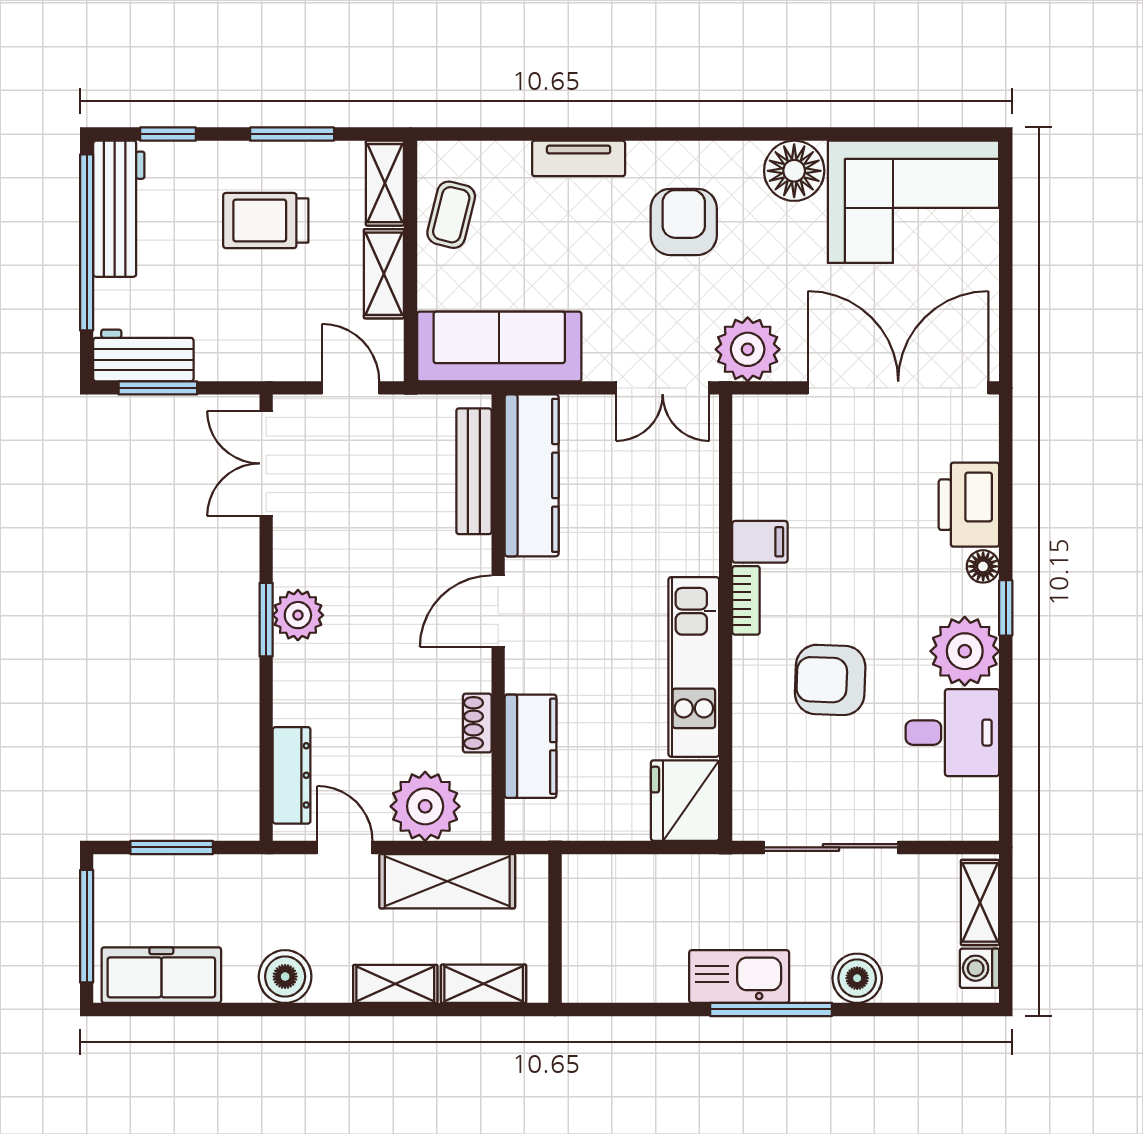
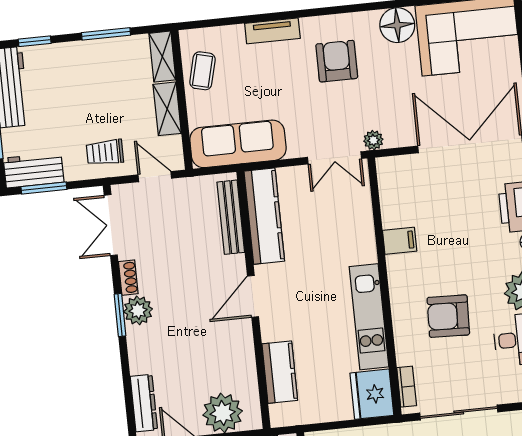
trolley: (266, 221) -> (105, 152), moved, width x0.73, depth x0.72
plant: (748, 349) -> (373, 140), width x0.53, depth x0.53
bookcase: (746, 600) -> (407, 387), moved
shoe rack: (477, 723) -> (128, 278), moved, turned 180

